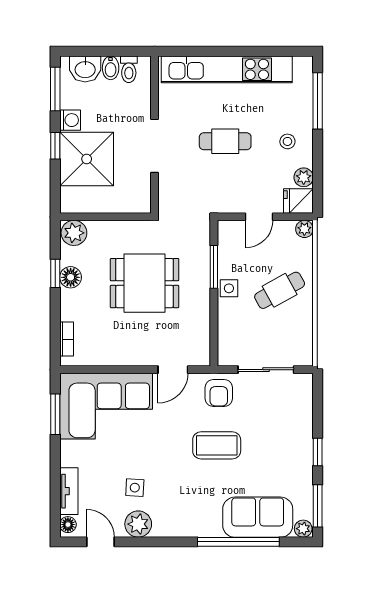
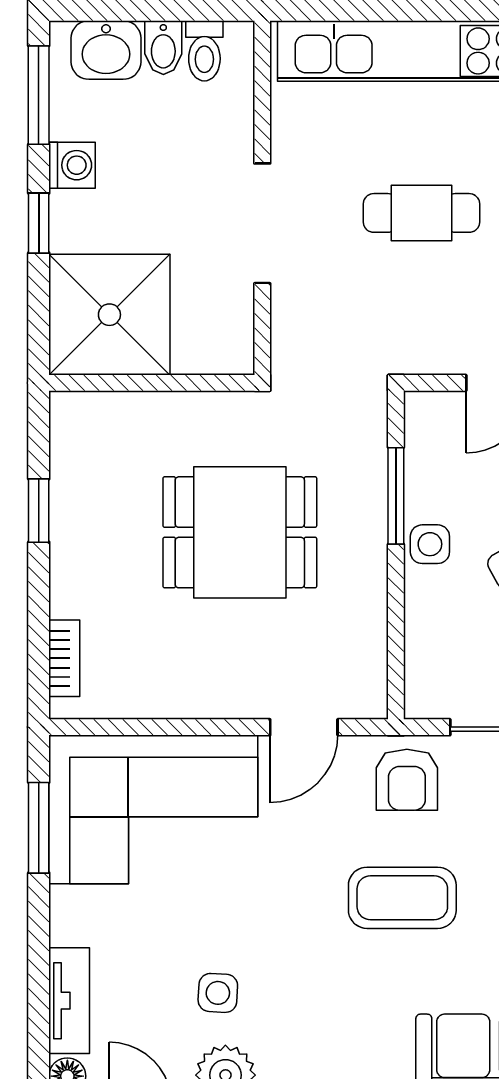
shower: (87, 159) -> (109, 315), moved
plant: (74, 233) -> (81, 419), removed
floor lamp: (71, 277) -> (73, 519), removed

